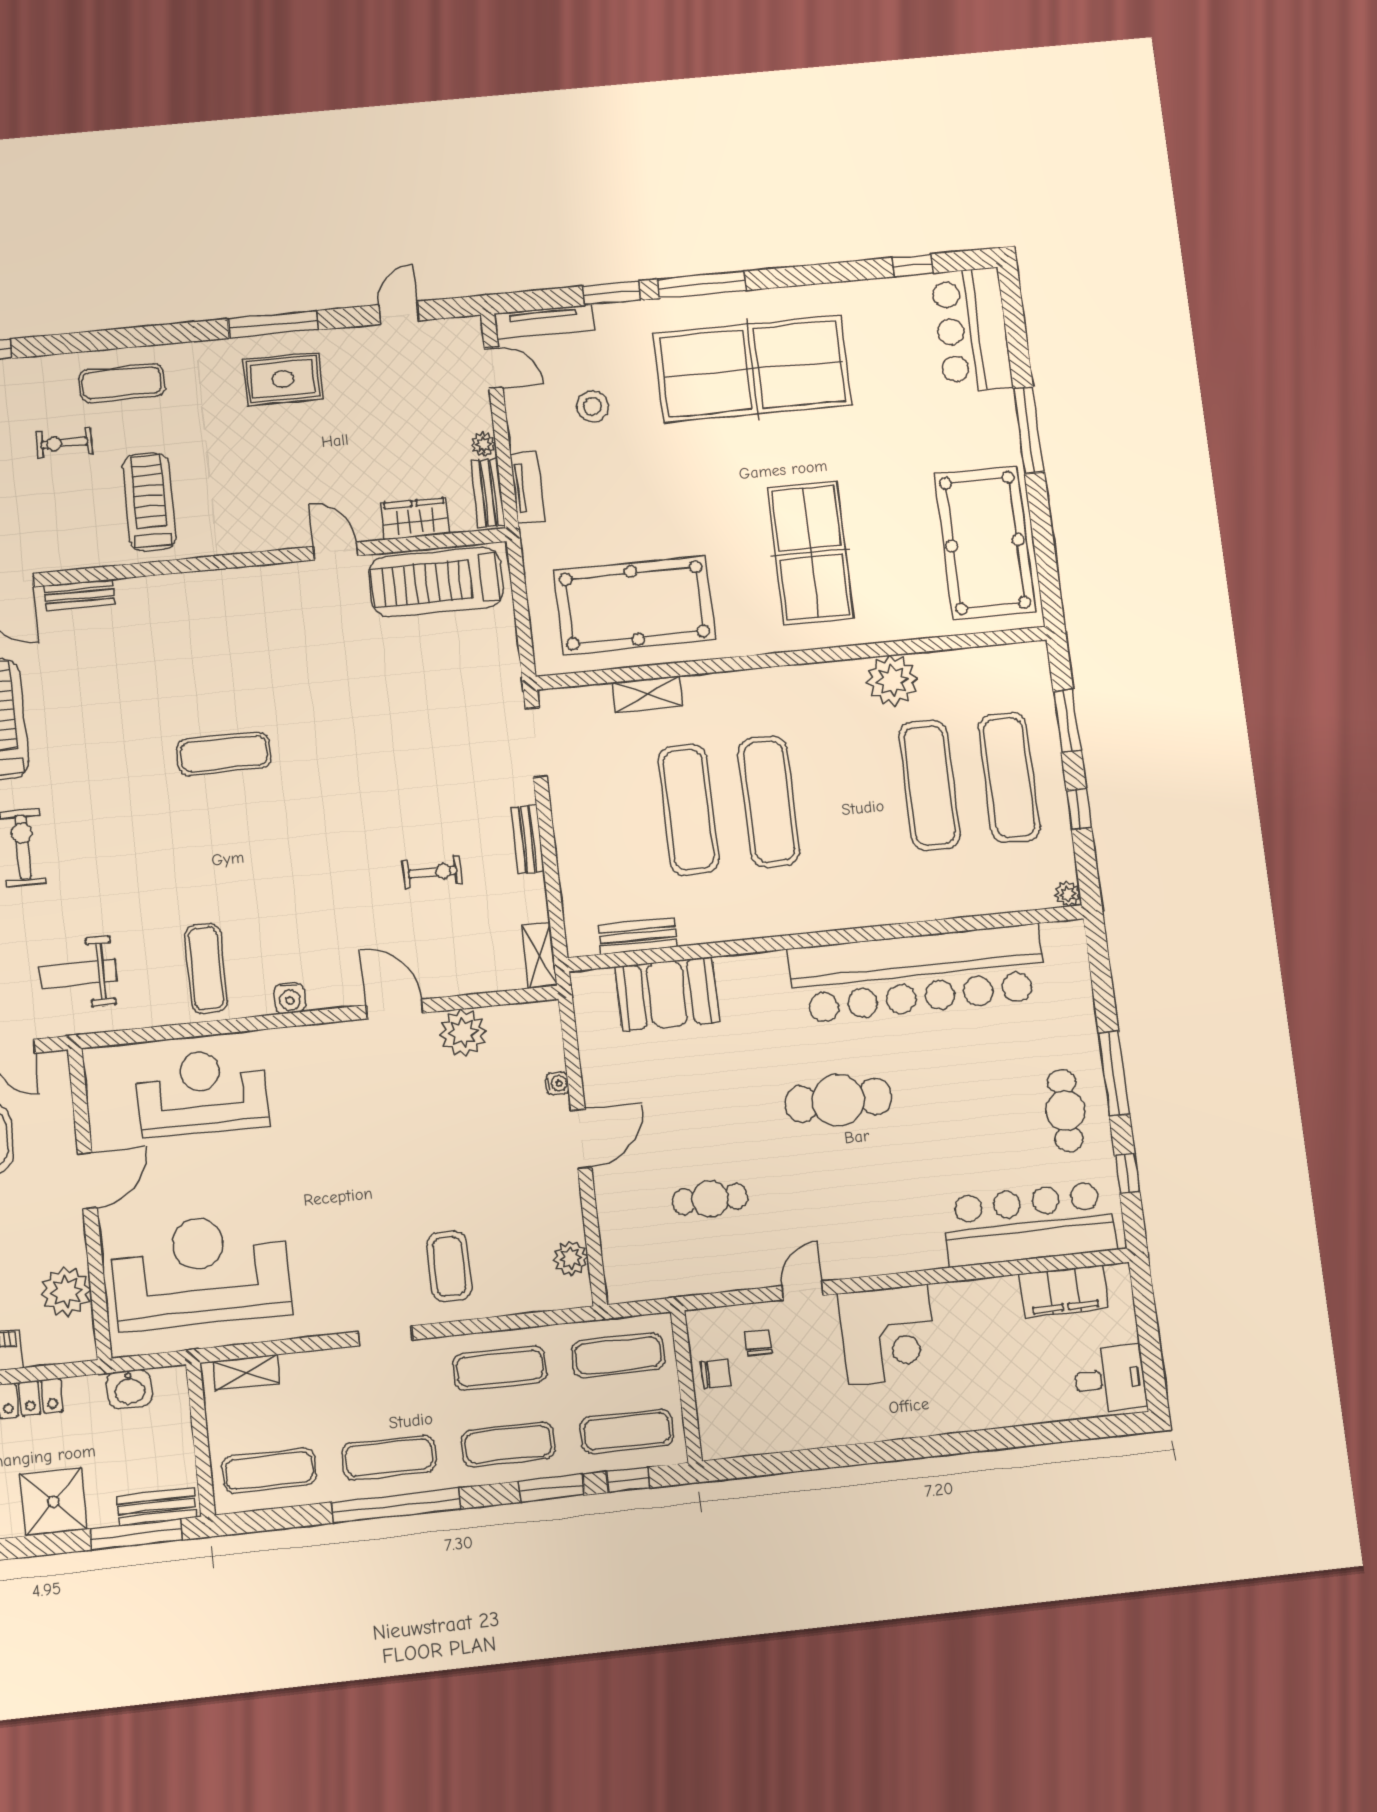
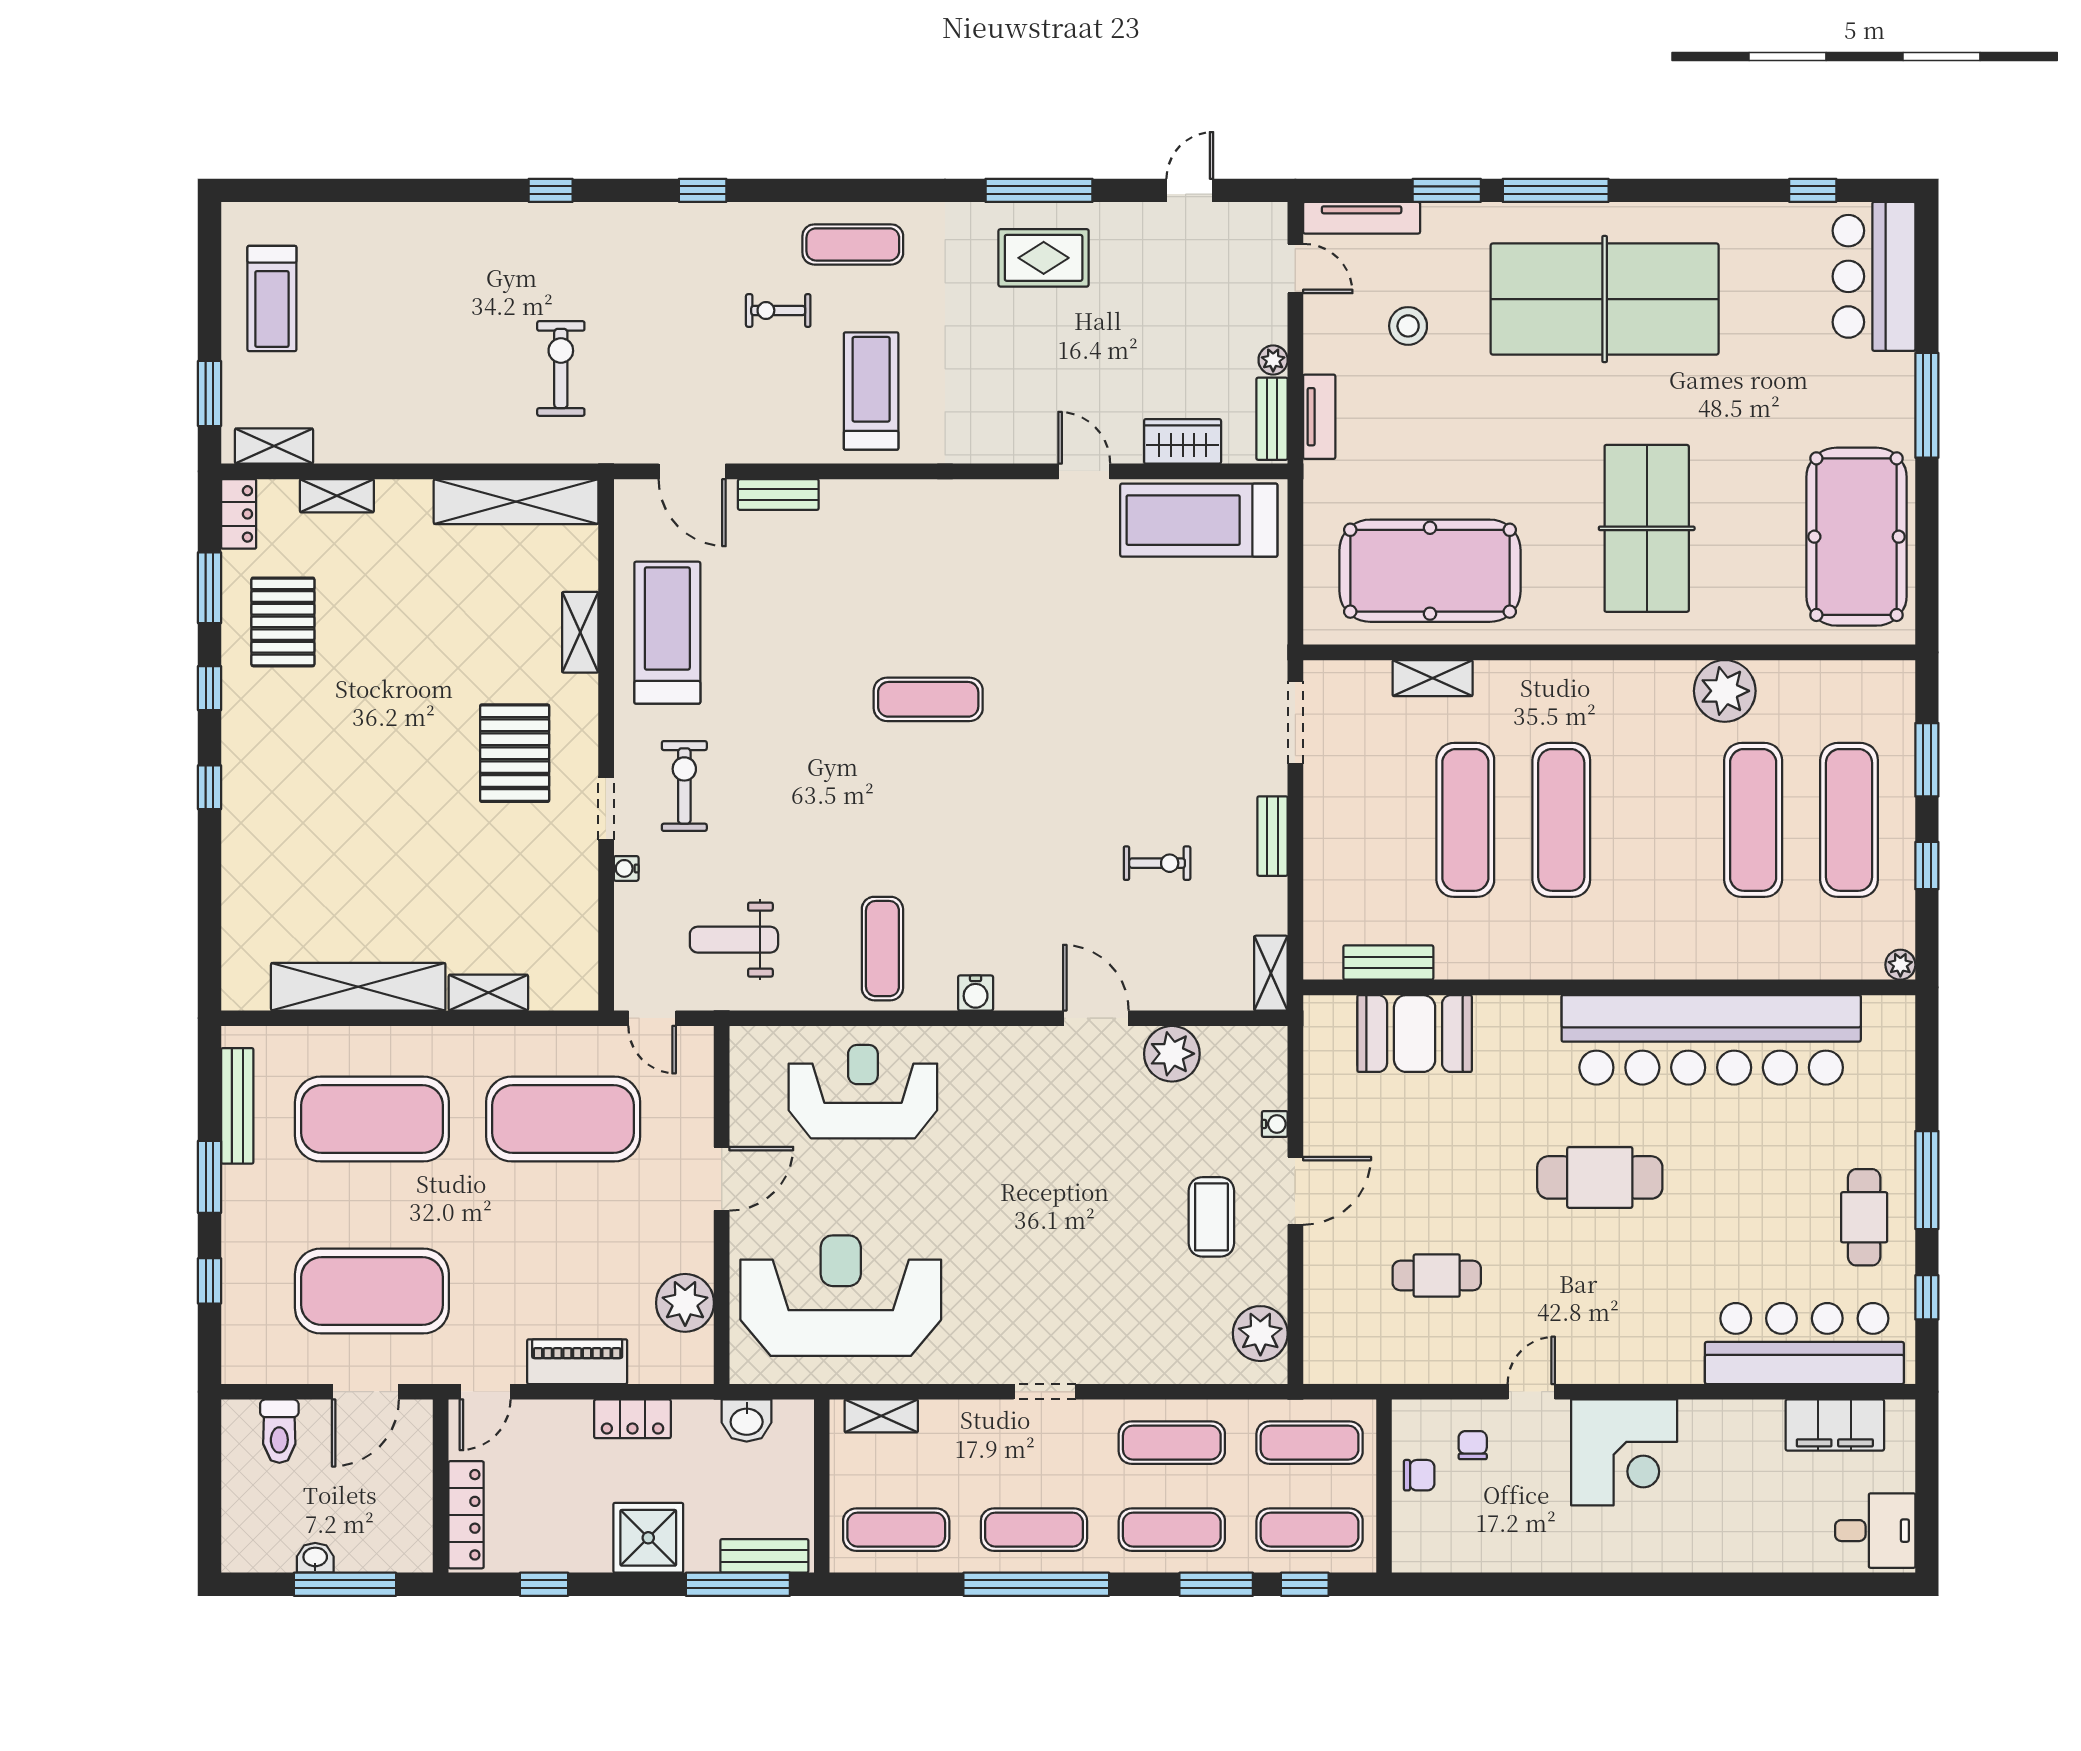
plant: (571, 1258) -> (1260, 1334), width x1.36, depth x1.36
coffee table: (449, 1266) -> (1211, 1217), moved

